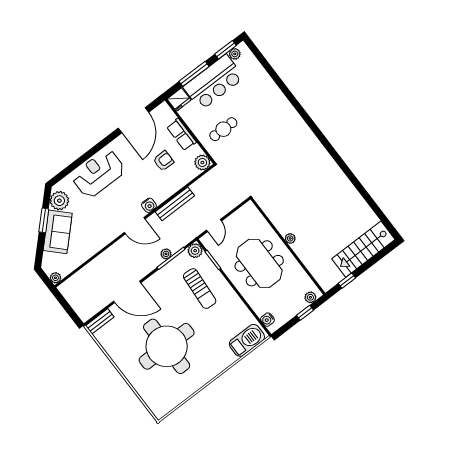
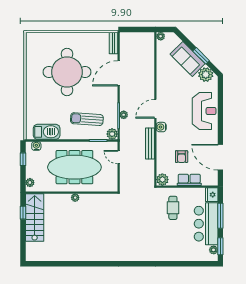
stairs: (363, 249) -> (35, 218), moved
meeting table: (259, 263) -> (74, 167), width x1.36
window: (305, 313) -> (23, 159), moved
barbecue: (247, 340) -> (47, 132), moved, turned -90

